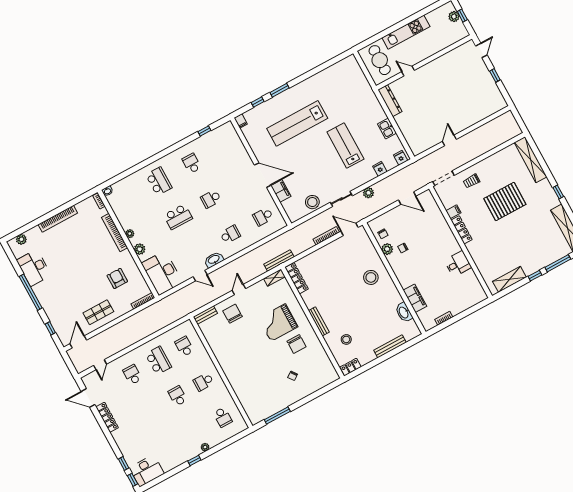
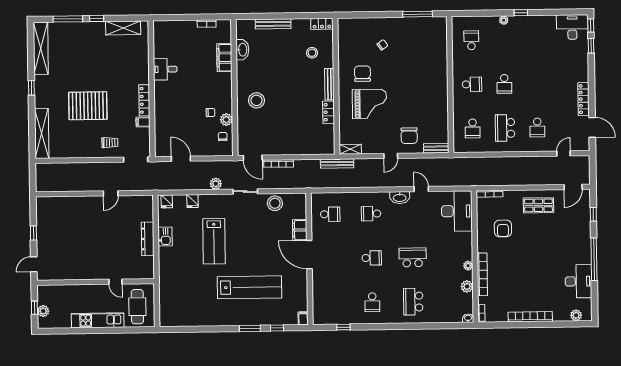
dresser: (390, 101) -> (148, 239), moved
plant: (140, 249) -> (467, 286), moved
locker: (297, 278) -> (329, 112), moved, width x0.66

